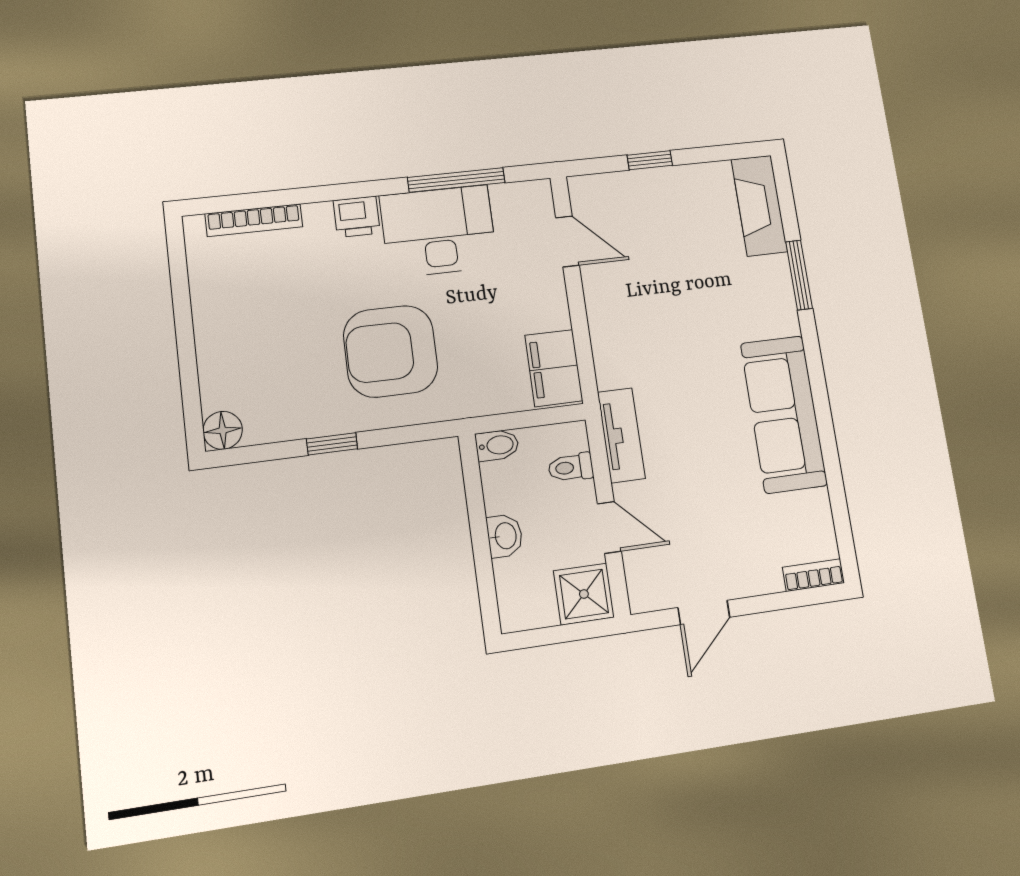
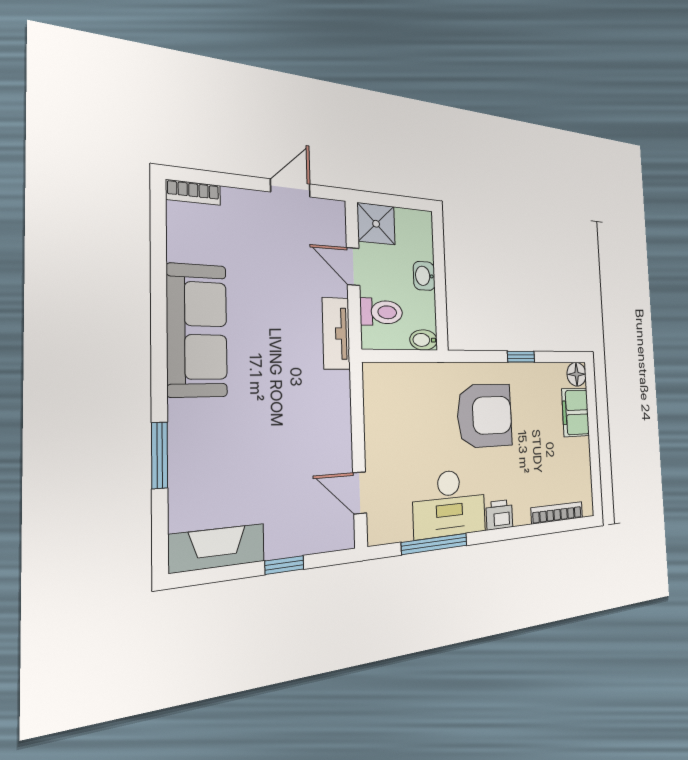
fireplace: (759, 205) -> (217, 548), moved, turned -90
filing cabinet: (554, 368) -> (576, 412), moved, turned 180
toilet: (571, 467) -> (381, 312), width x1.37, depth x1.39

